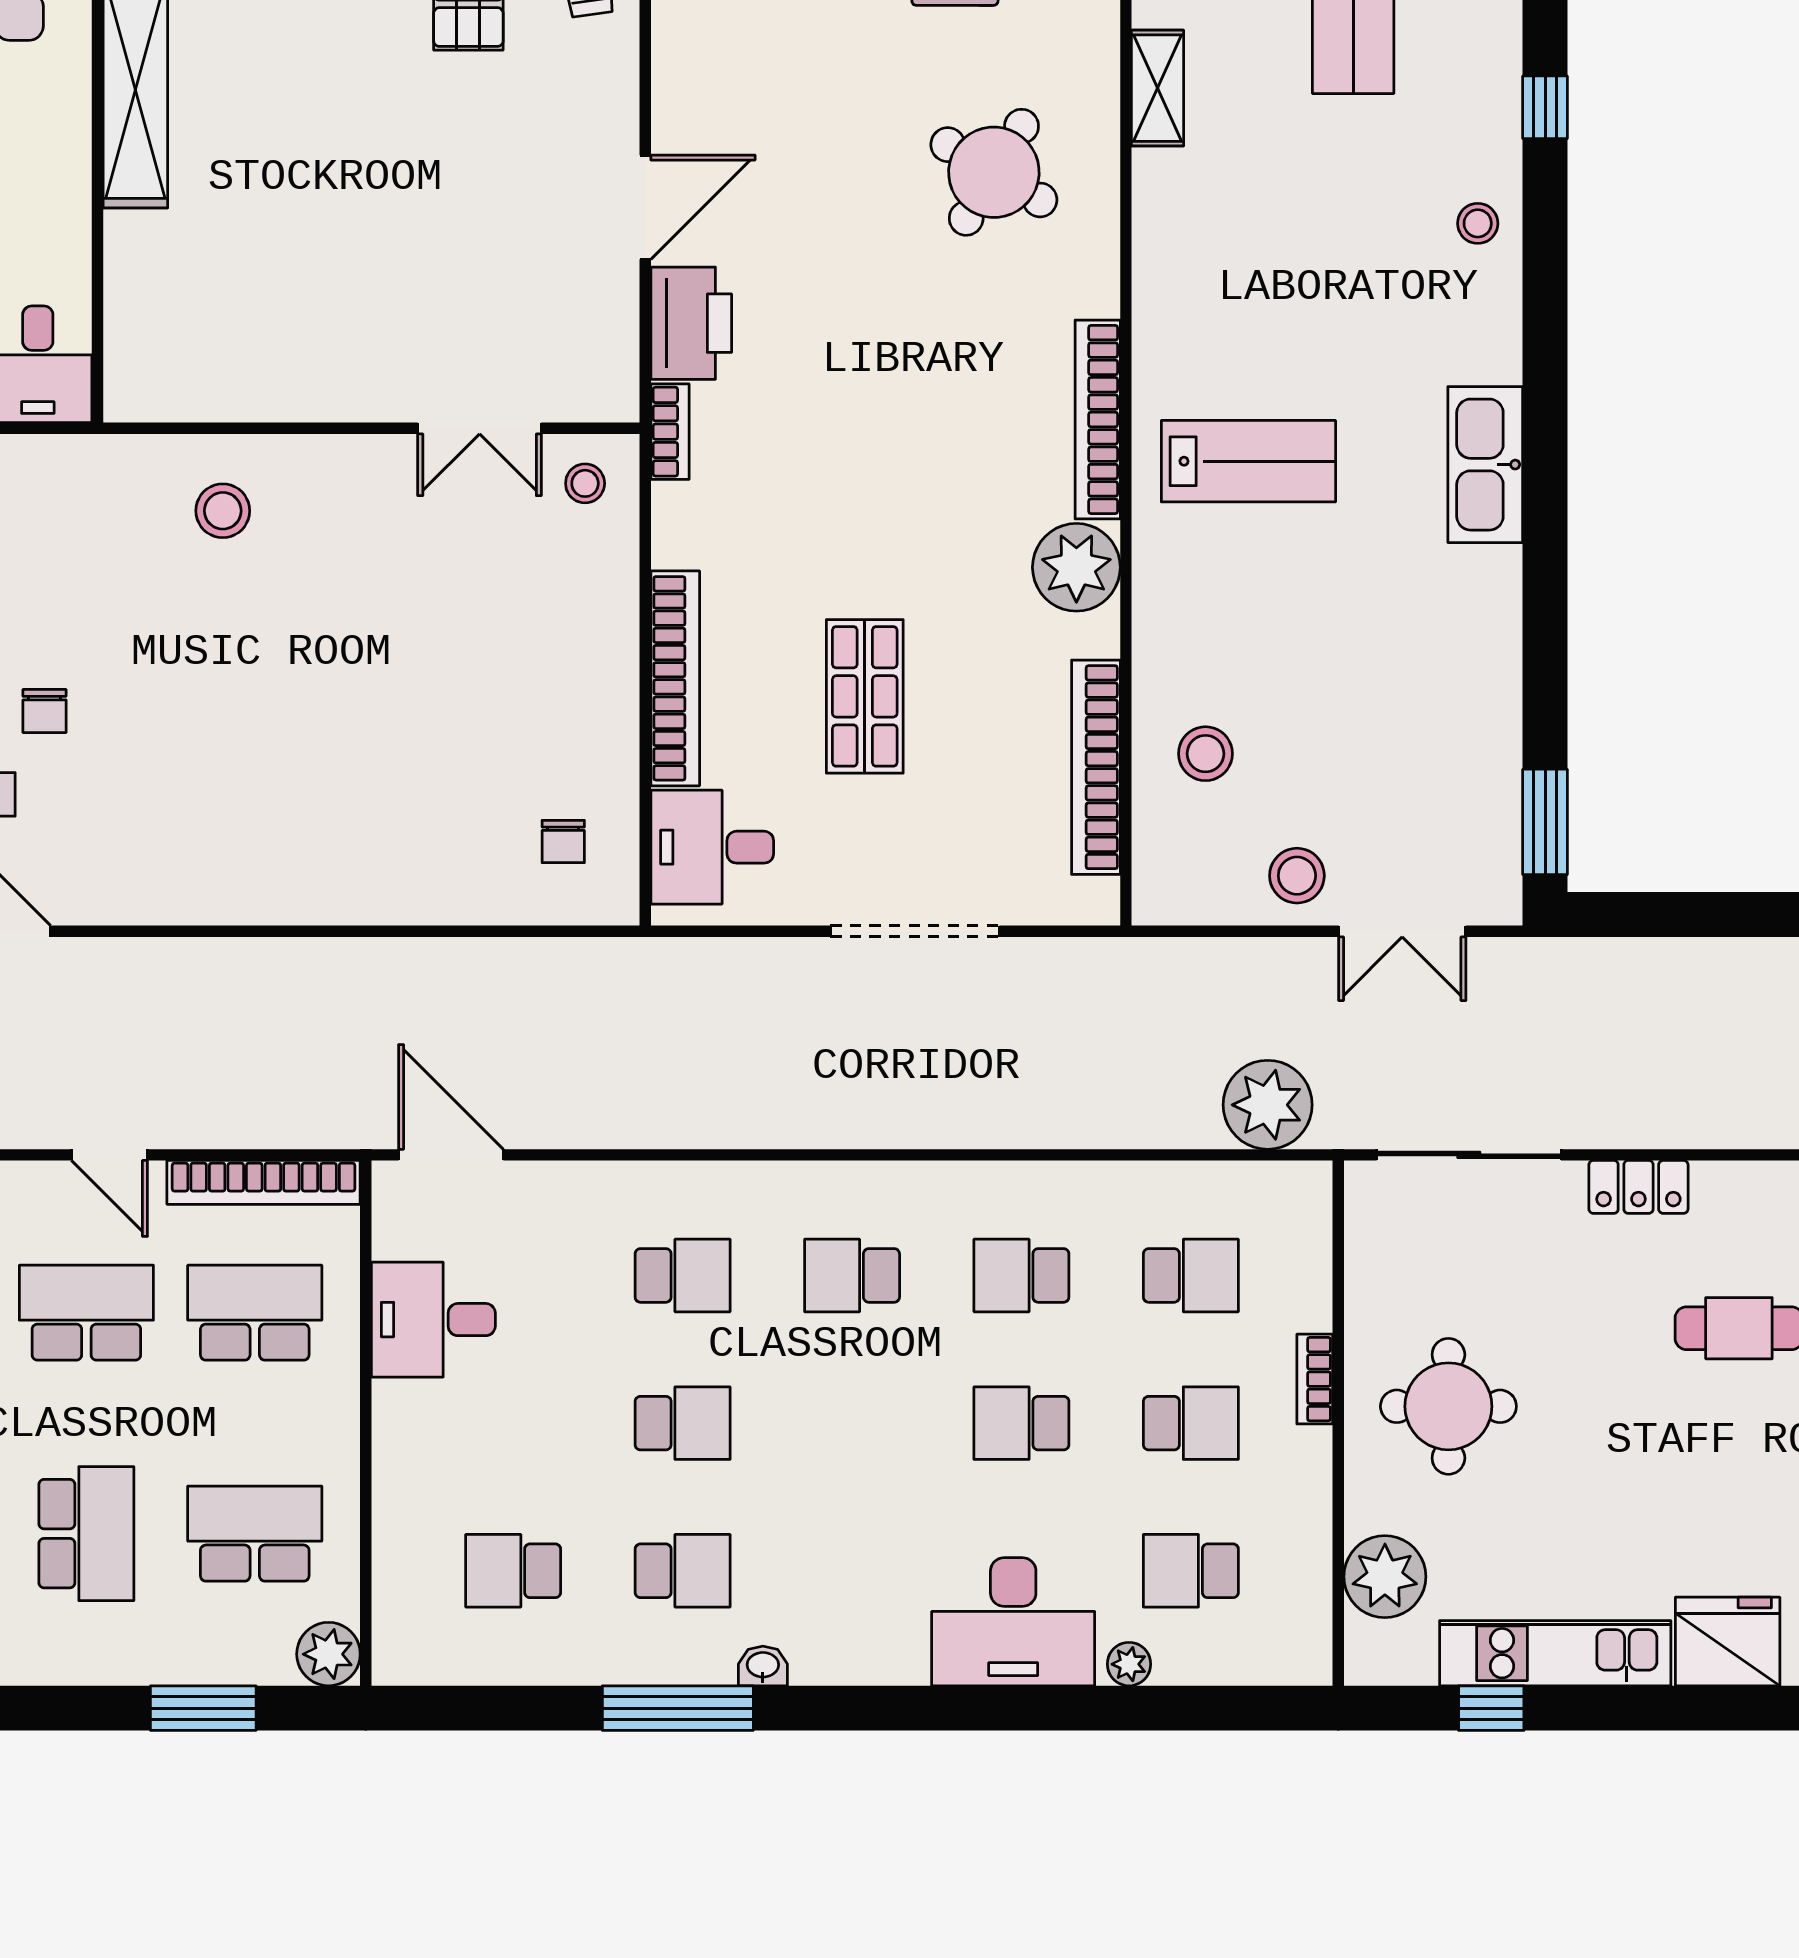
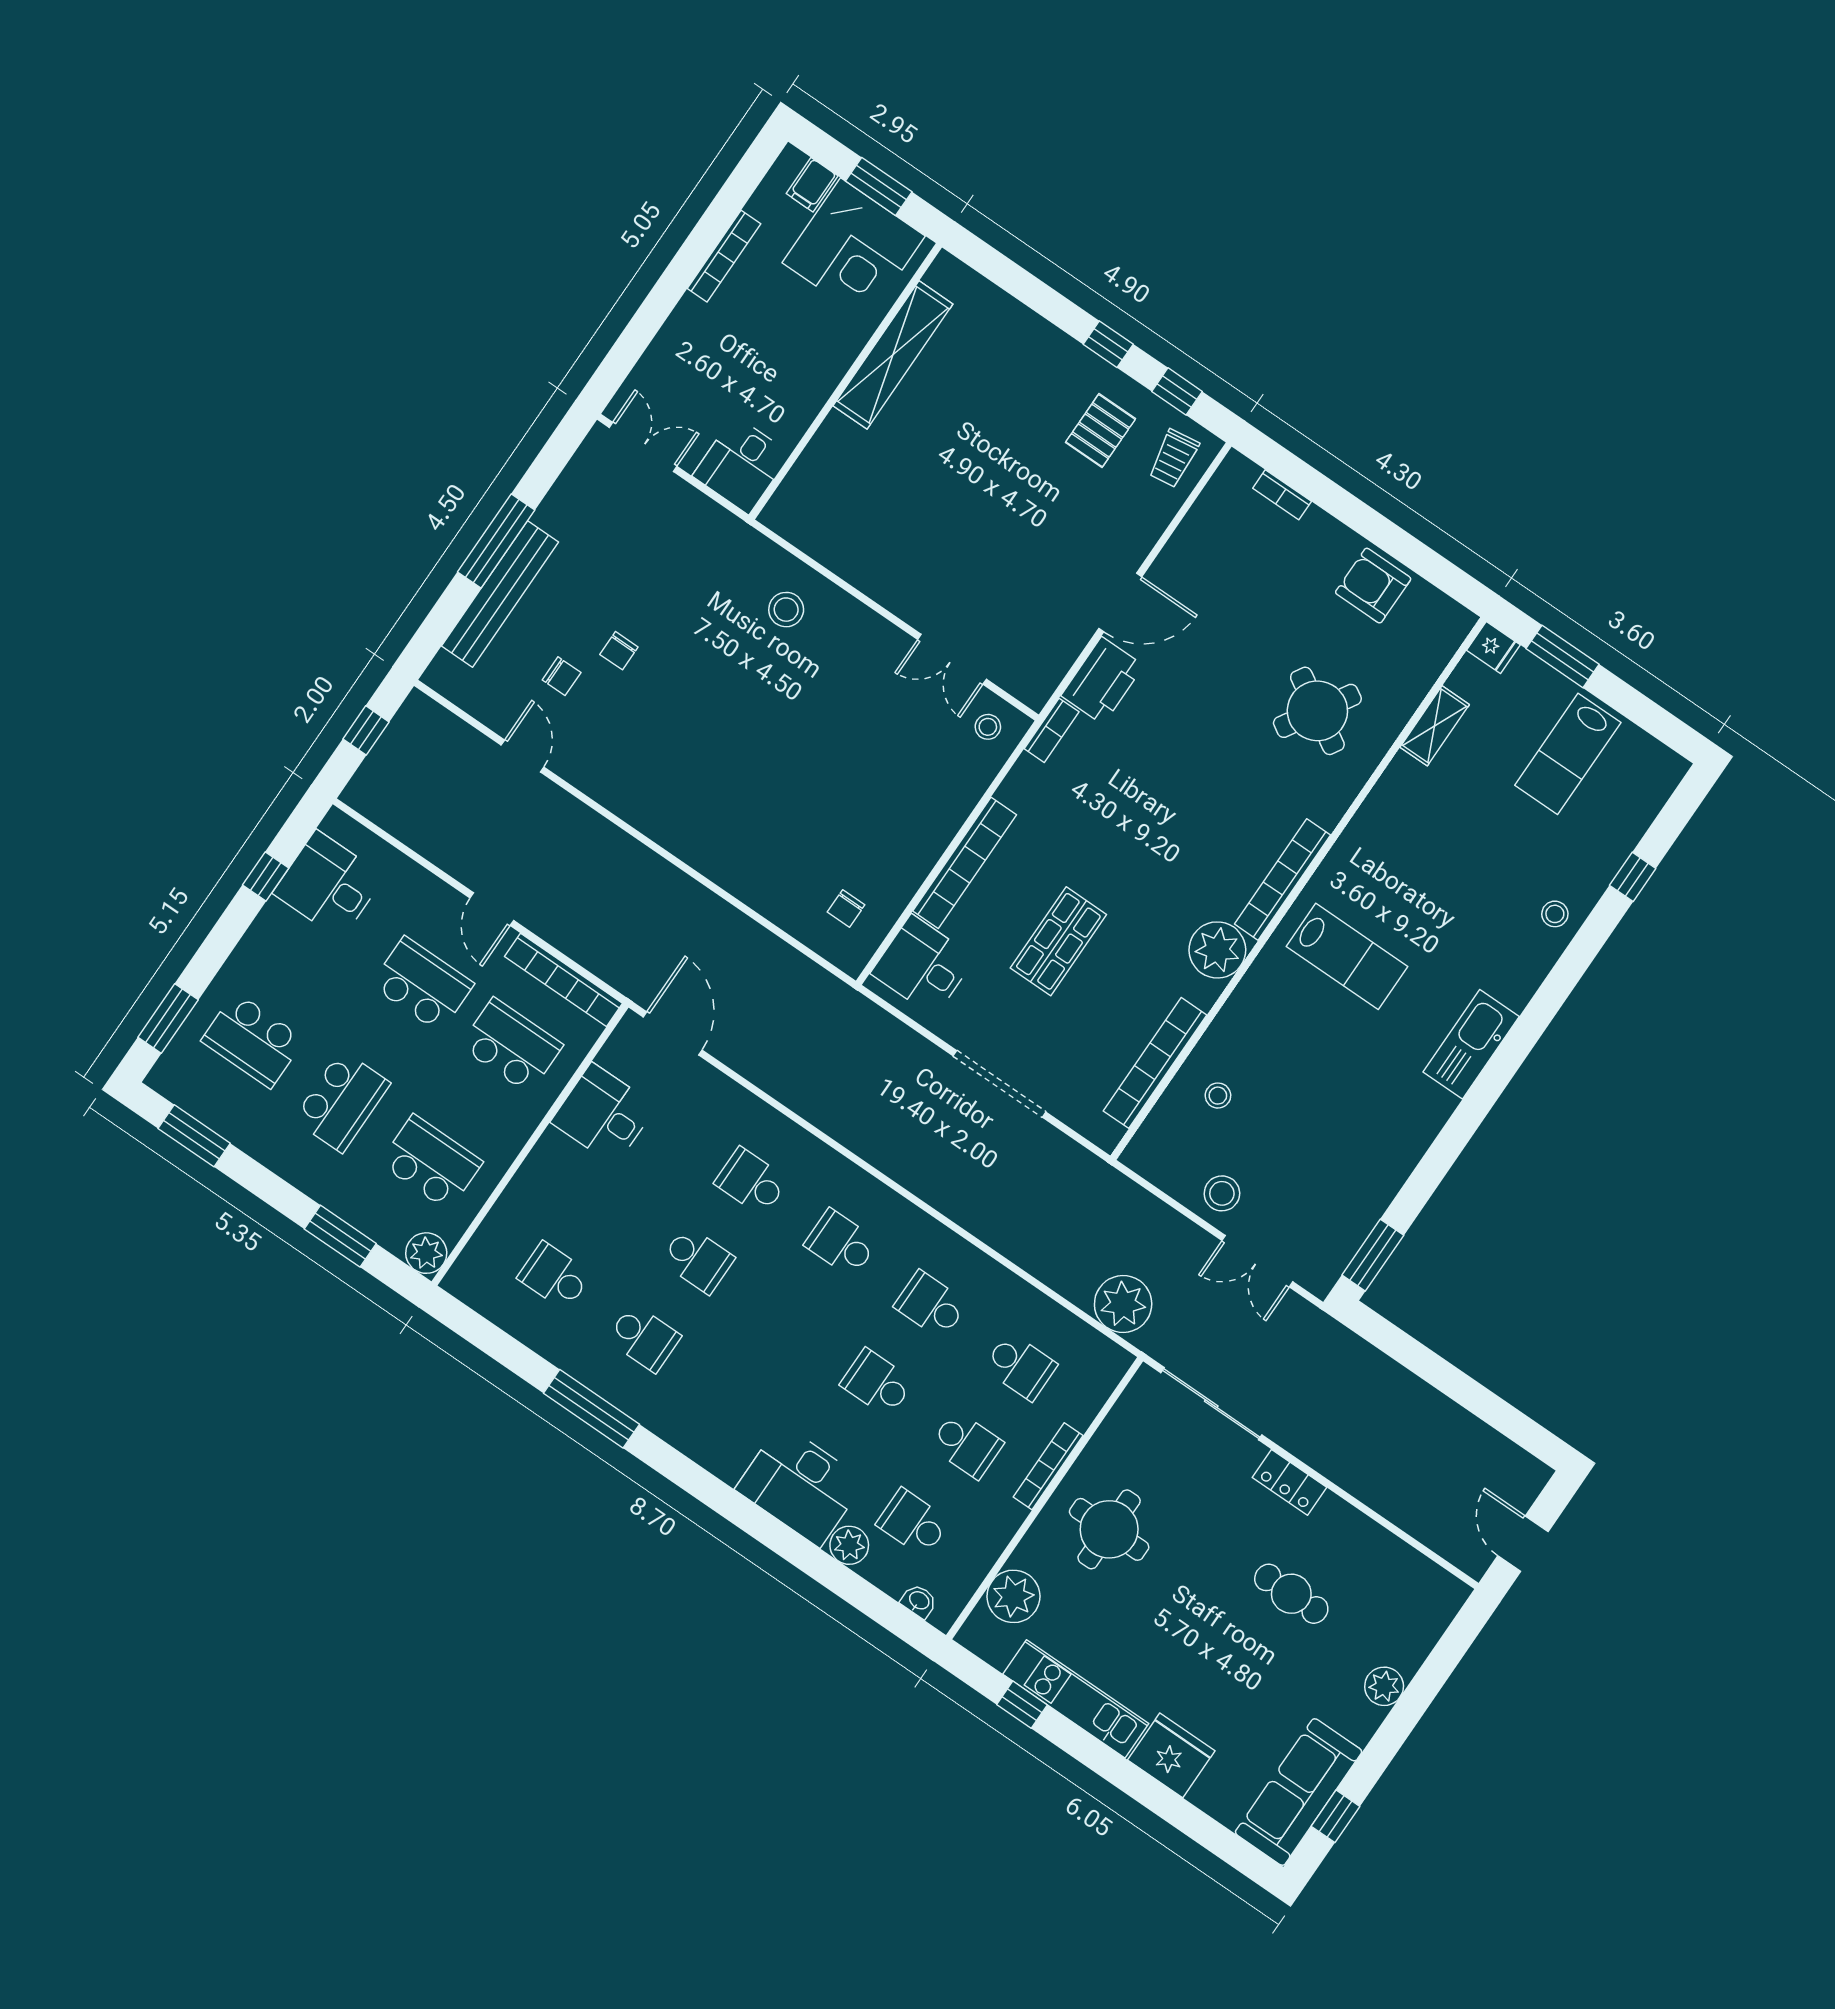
stool: (1205, 754) -> (1218, 1096), width x0.73, depth x0.73
school desk: (683, 1275) -> (751, 1182), turned 180
bookcase: (1315, 1379) -> (1048, 1466), width x1.56
plant: (1129, 1664) -> (849, 1545), width x1.38, depth x1.38
washbasin: (763, 1666) -> (919, 1601), moved

